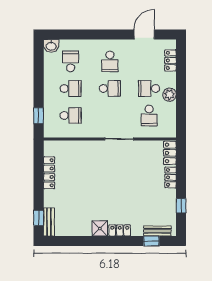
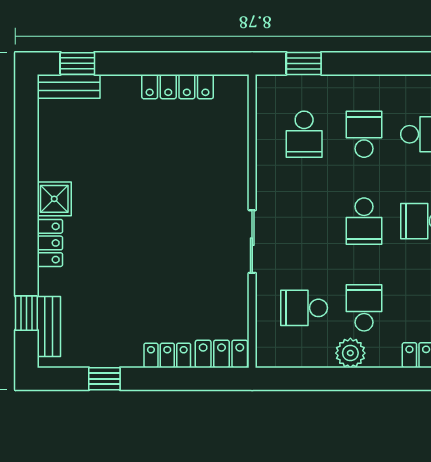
school desk: (71, 88) -> (364, 134), turned 180

